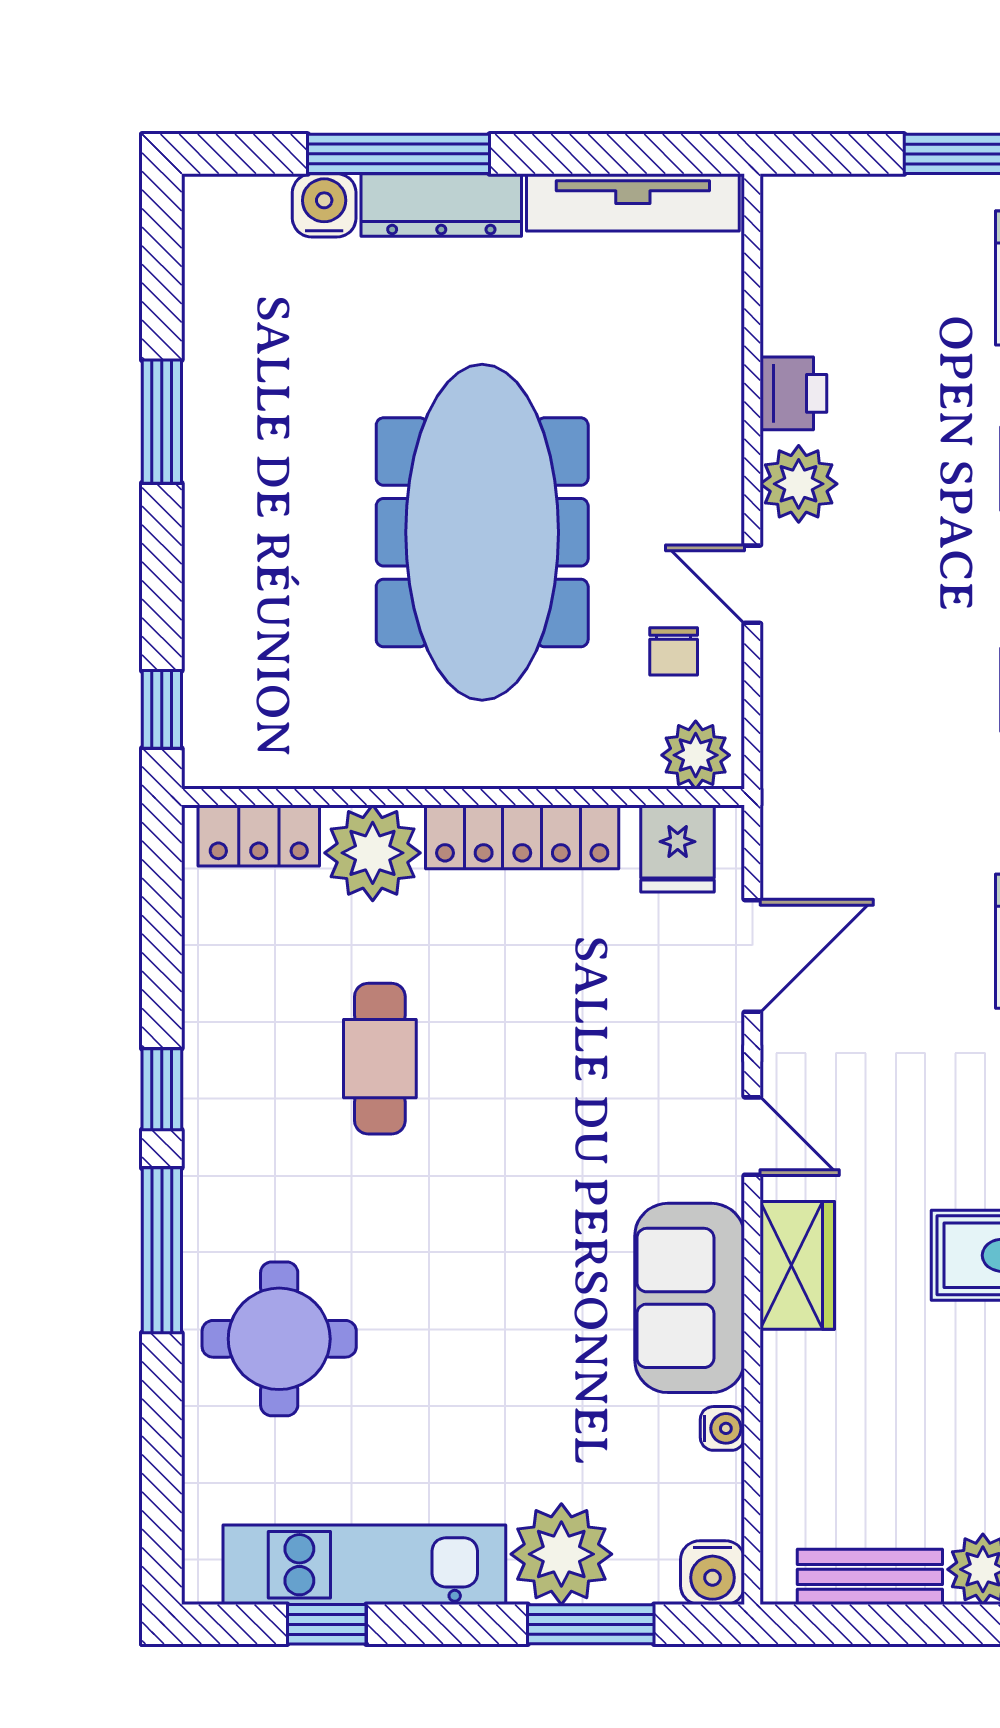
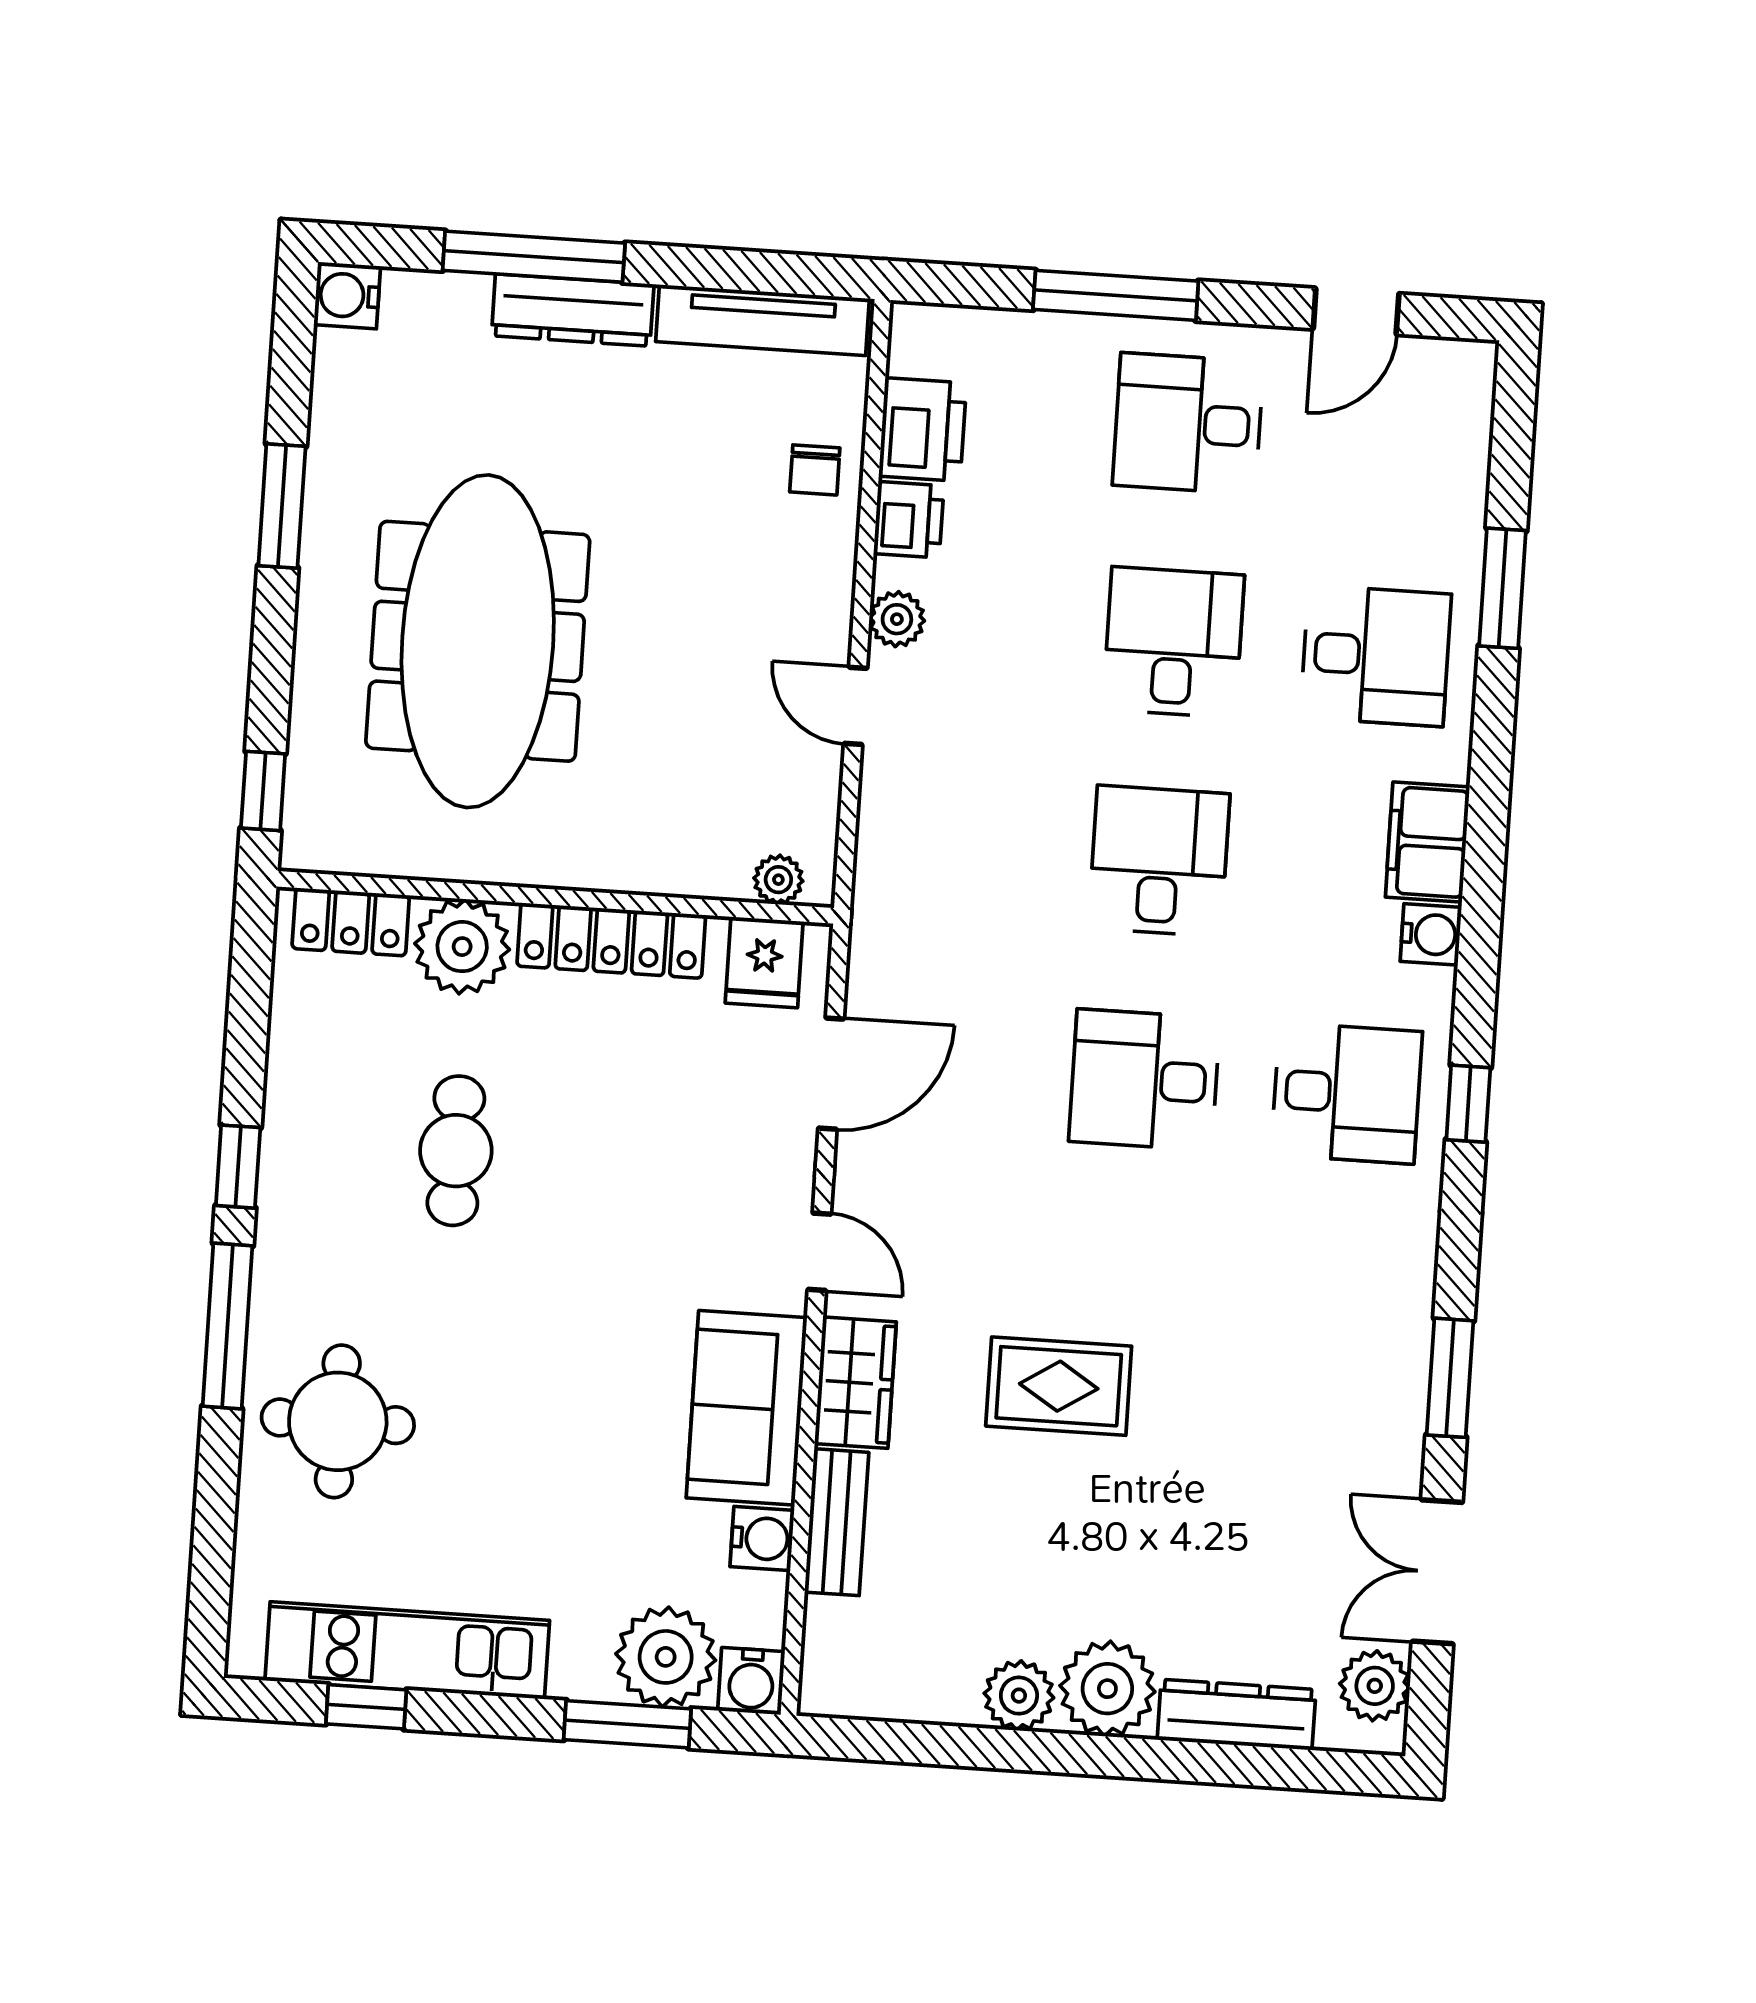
water cooler: (324, 205) -> (347, 295), moved, turned -90
printer: (801, 302) -> (923, 430), added
plant: (799, 484) -> (897, 619), width x0.73, depth x0.73
meeting table: (482, 532) -> (478, 641), moved
chair: (674, 651) -> (815, 470), moved
plant: (696, 755) -> (778, 880), width x0.73, depth x0.73
water cooler: (722, 1428) -> (762, 1539), width x1.38, depth x1.38
plant: (561, 1554) -> (666, 1657), moved
bench: (870, 1577) -> (837, 1522), moved, turned 90

